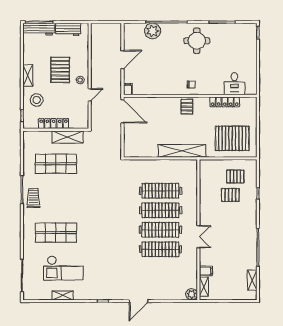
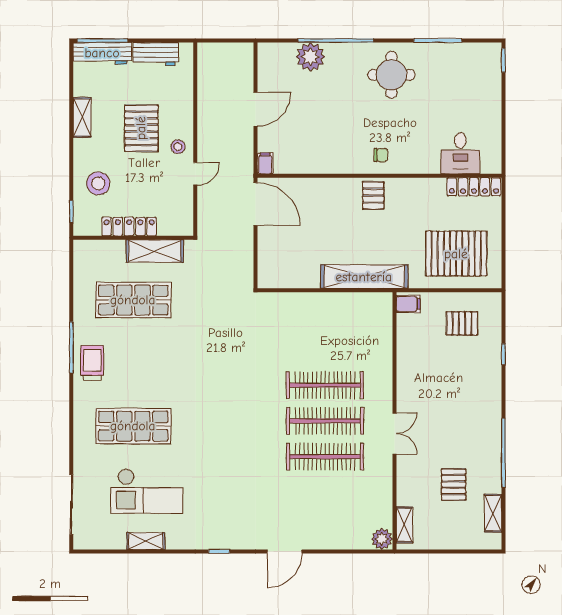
shelving: (28, 76) -> (82, 117), moved
locker: (225, 102) -> (474, 187), moved
clothes rail: (160, 191) -> (325, 349), removed
pallet: (230, 195) -> (454, 484), moved, turned 90
filing cabinet: (206, 271) -> (408, 304), moved

